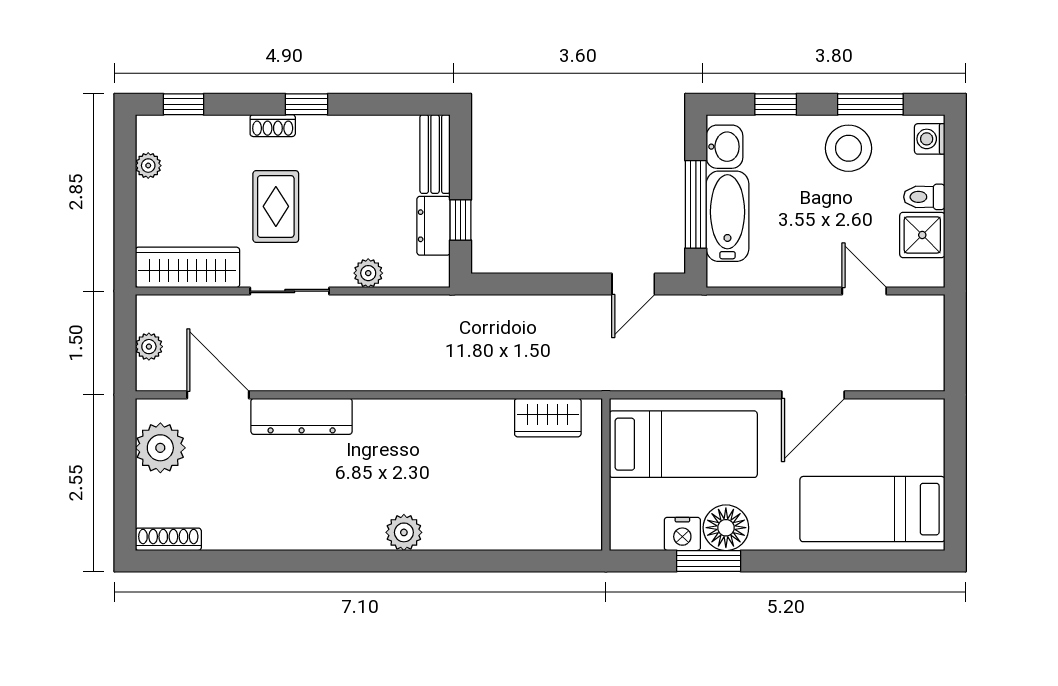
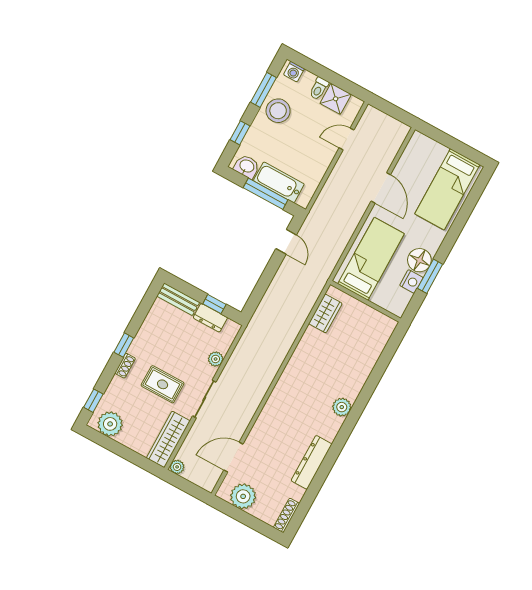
plant: (148, 166) -> (110, 424), width x1.88, depth x1.88
plant: (149, 347) -> (177, 467), moved
dresser: (302, 416) -> (312, 462), moved, turned 180

